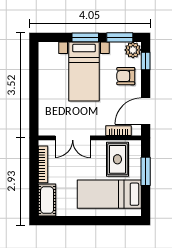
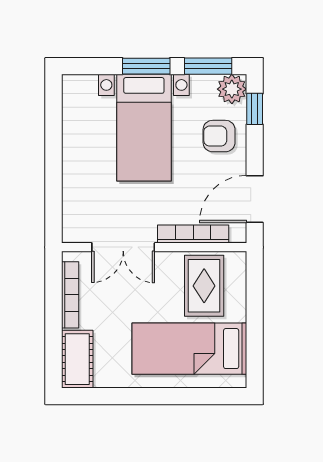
bookcase: (119, 131) -> (193, 234), width x1.56
window: (146, 171) -> (255, 308), removed

